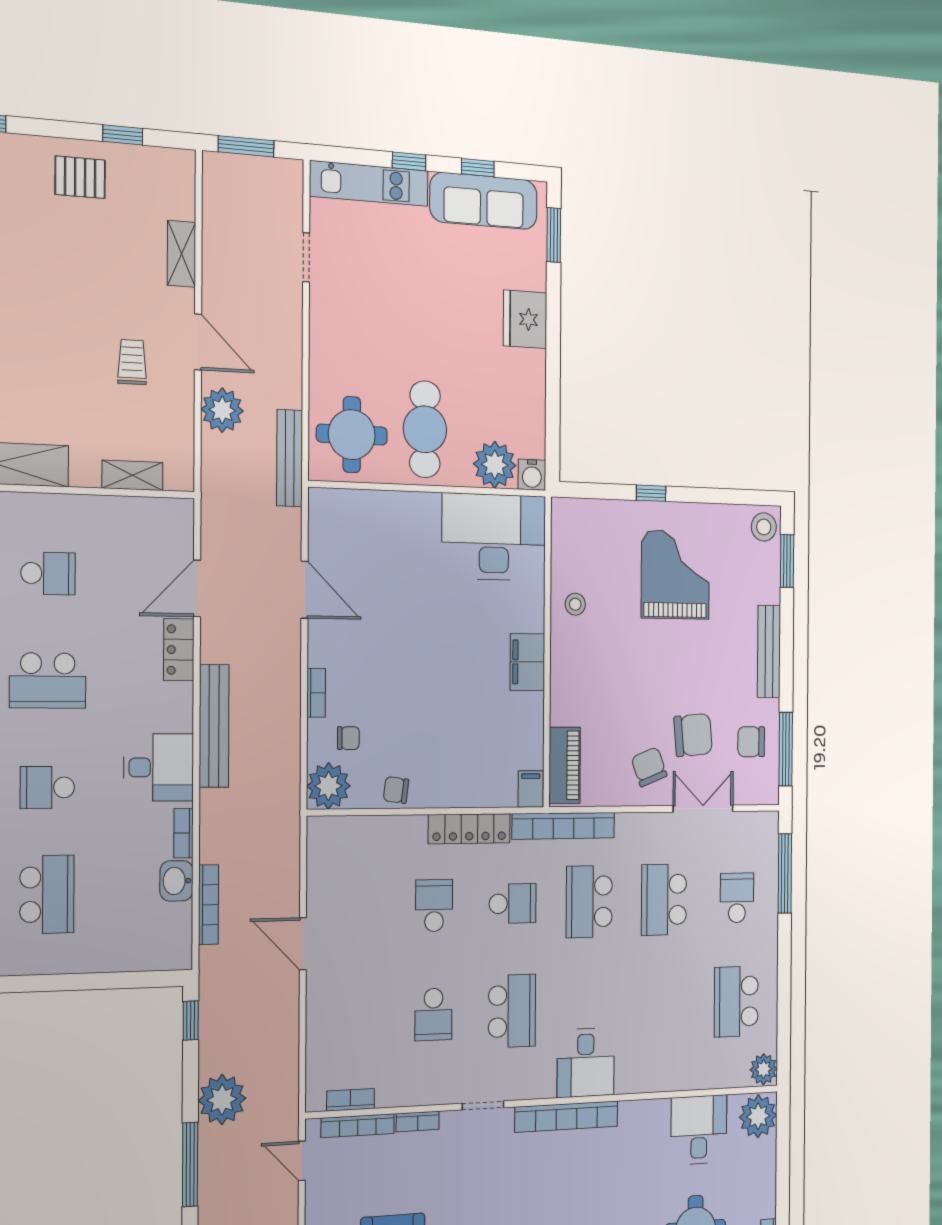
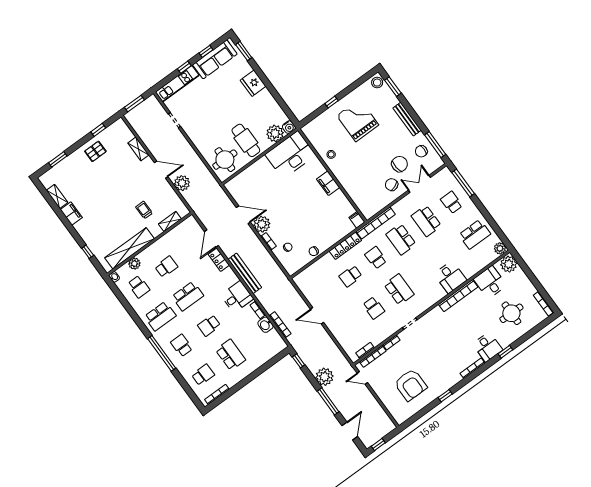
trolley: (132, 362) -> (144, 210), moved
bench: (290, 458) -> (211, 181), removed
piano: (565, 765) -> (363, 205), removed
plant: (328, 786) -> (262, 224), moved
school desk: (513, 904) -> (376, 258), turned -90
school desk: (434, 905) -> (351, 276), turned -90
school desk: (736, 1001) -> (475, 234), turned -90
desk: (586, 1063) -> (450, 277), moved
bookcase: (566, 1117) -> (458, 296), moved

